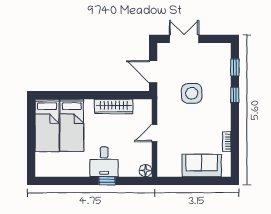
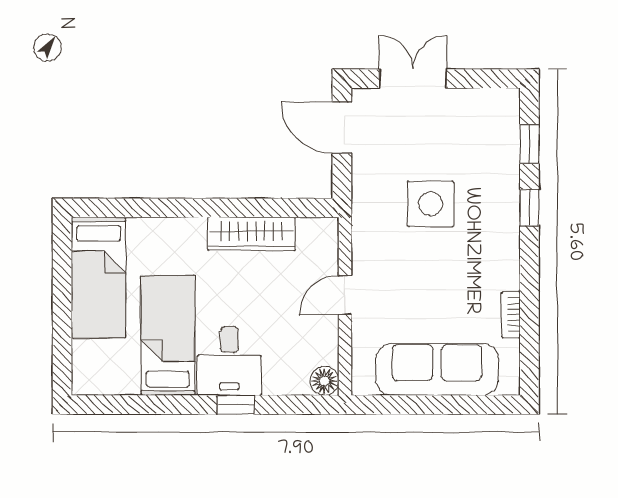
door: (153, 72) -> (342, 128), moved
bed: (72, 125) -> (168, 335), moved, turned 180
sofa: (202, 165) -> (437, 369), width x1.36

